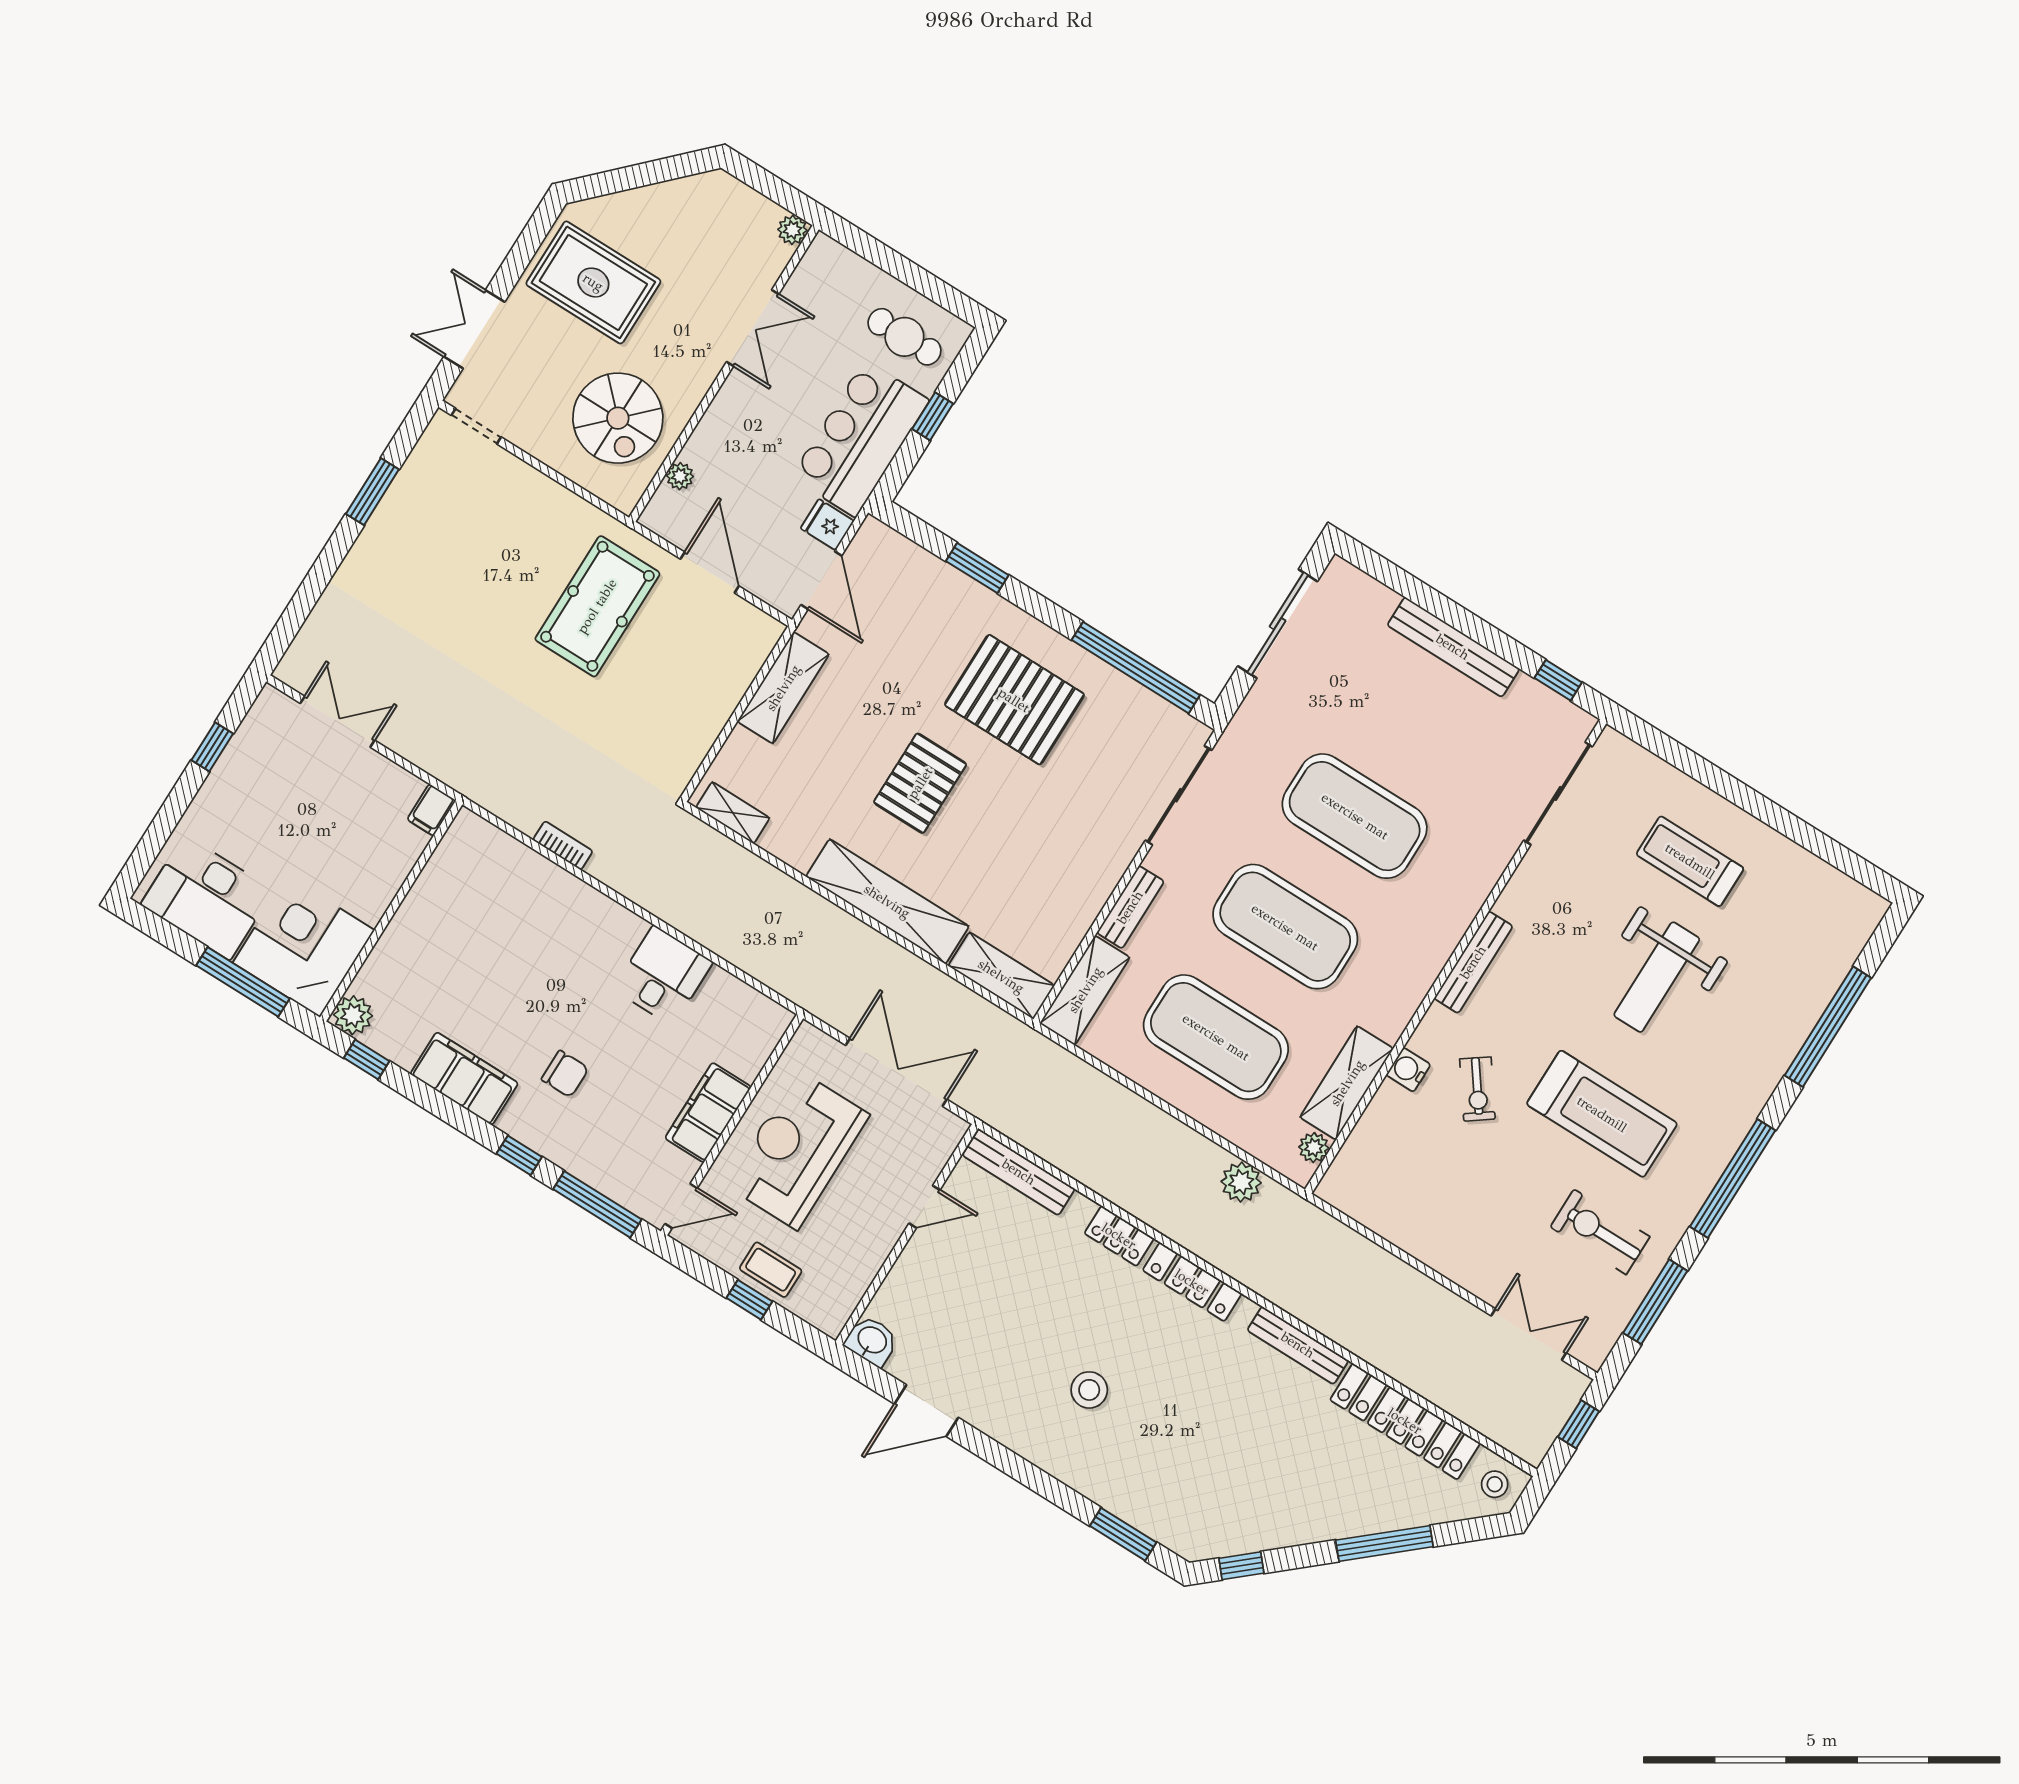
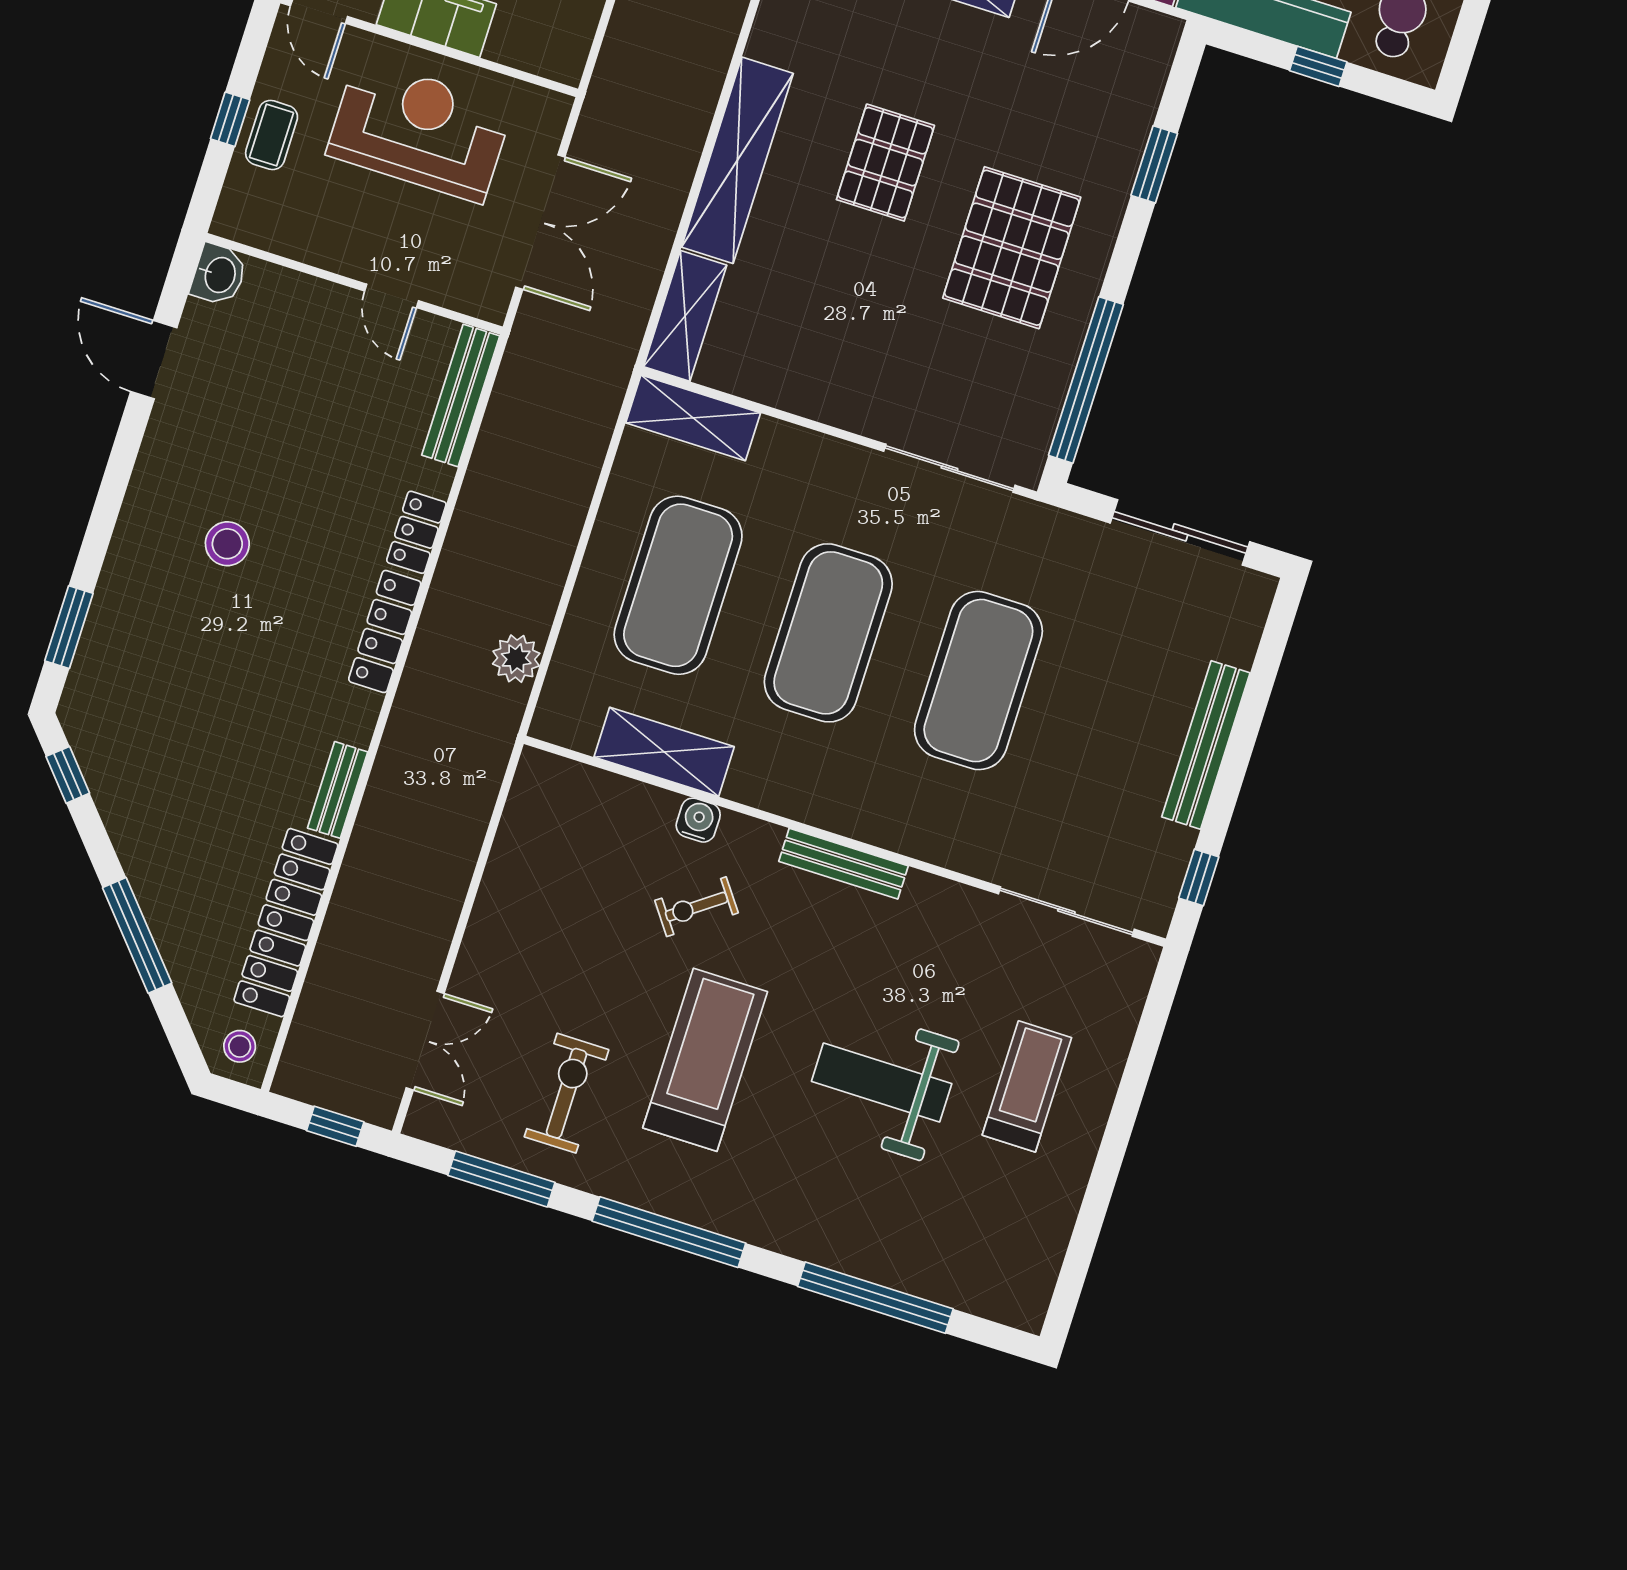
pallet: (920, 783) -> (885, 163), turned 90
bench: (1130, 907) -> (804, 446), removed
treadmill: (1602, 1114) -> (705, 1060), turned 180
plant: (1314, 1148) -> (579, 733), removed
bench: (1298, 1345) -> (338, 790), width x0.73

